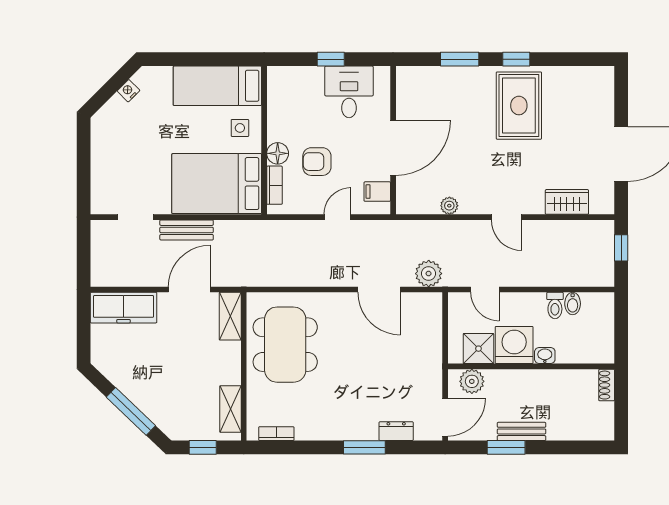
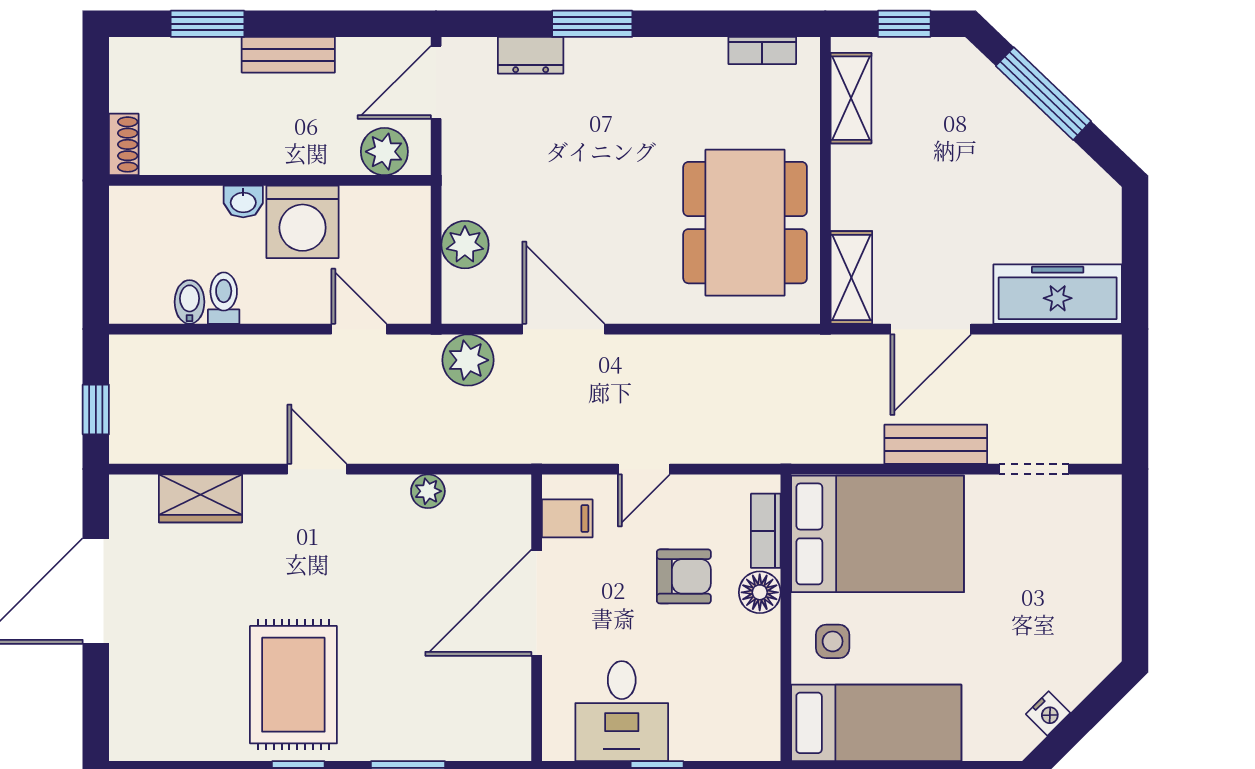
plant: (430, 333) -> (465, 245), added
shower: (478, 349) -> (372, 215), removed
window: (506, 447) -> (207, 24), moved

